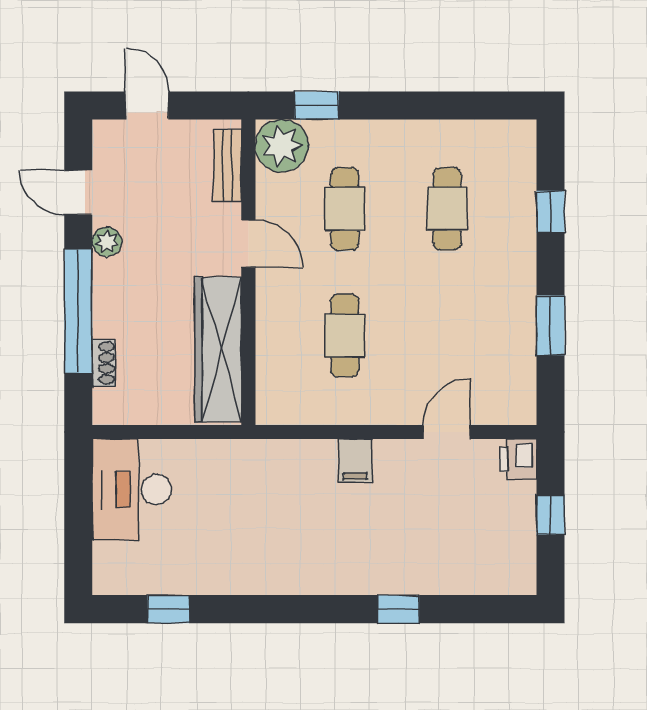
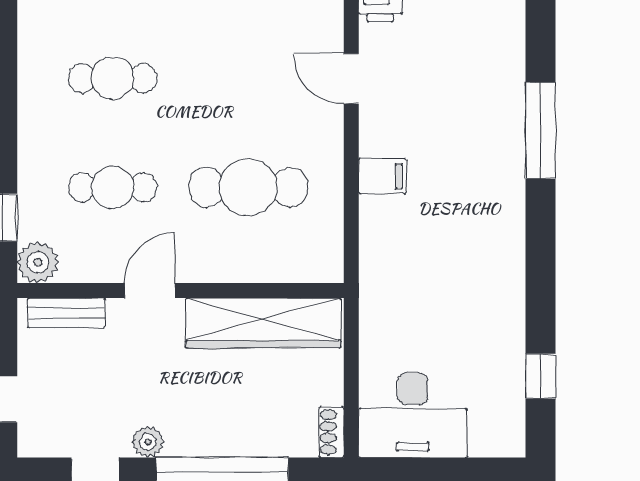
plant: (282, 146) -> (38, 262), width x0.73, depth x0.73
cafe table: (345, 336) -> (248, 187), width x1.37, depth x1.35
shoe rack: (104, 363) -> (331, 432), moved, turned -90
window: (398, 609) -> (540, 130), width x2.17

